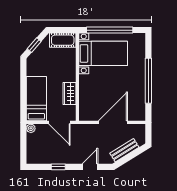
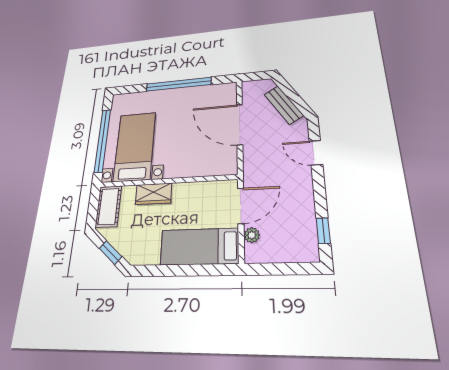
wardrobe: (70, 93) -> (154, 194), moved
plant: (31, 128) -> (252, 235), moved
window: (58, 167) -> (323, 231), moved

